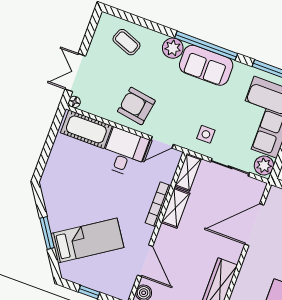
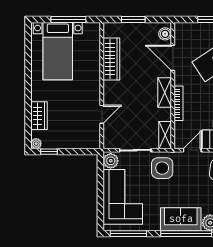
side table: (206, 134) -> (162, 168), width x1.87, depth x1.87
shelving: (175, 208) -> (165, 92), moved
door: (254, 225) -> (102, 114), width x0.53

